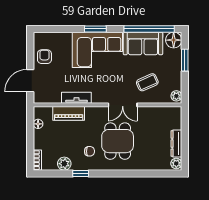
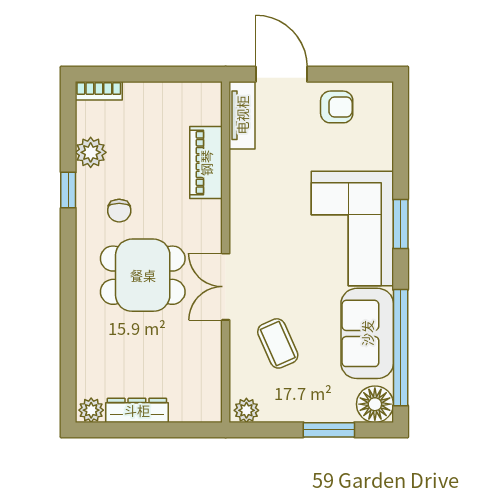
tv unit: (76, 98) -> (242, 115), moved
floor lamp: (38, 124) -> (182, 92), removed

